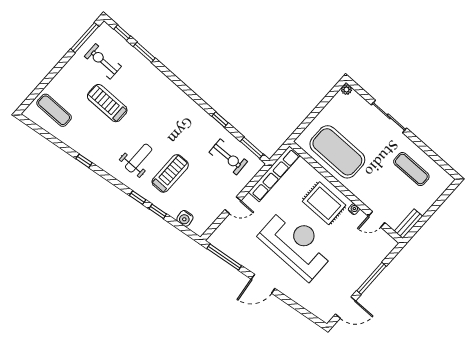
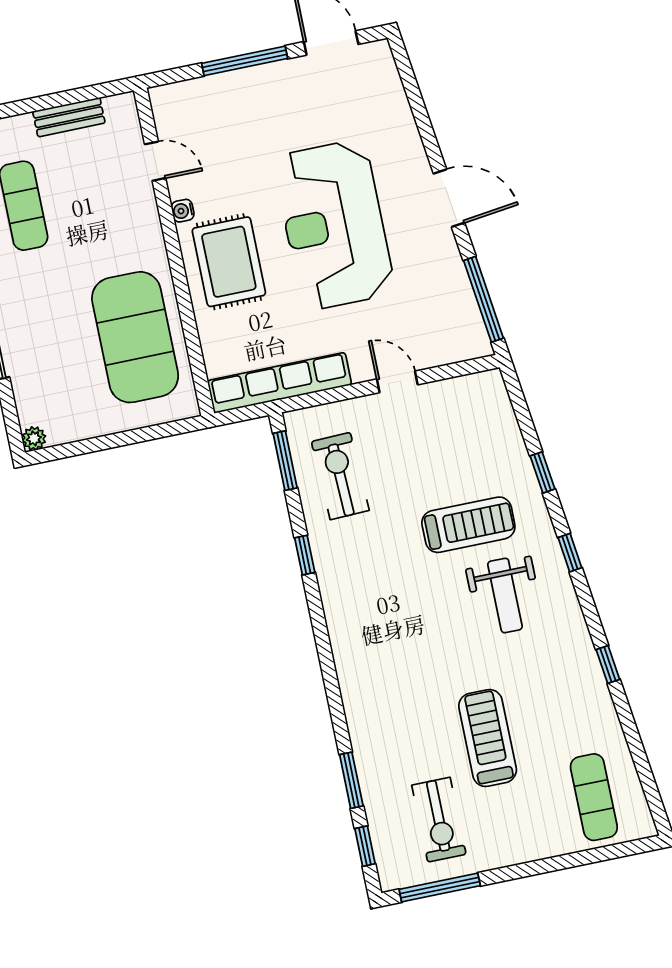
treadmill: (107, 103) -> (488, 738), turned 180
weight bench: (139, 158) -> (505, 595), turned -90
treadmill: (170, 173) -> (468, 525), turned 180
window: (138, 198) -> (570, 553), moved
water cooler: (185, 218) -> (502, 423), removed
bench: (409, 224) -> (69, 117), moved

